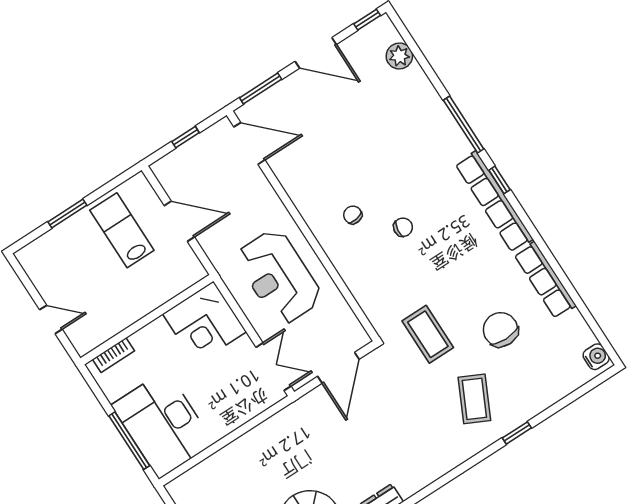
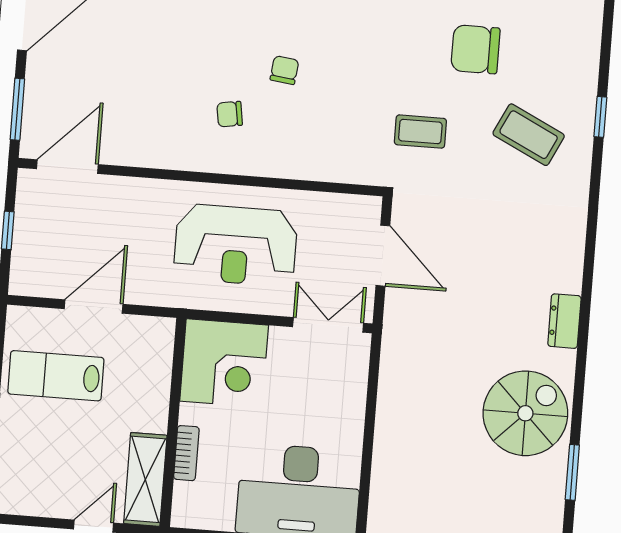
shelving: (101, 329) -> (145, 479), added
coffee table: (428, 334) -> (420, 132), width x0.73, depth x0.77
bookcase: (113, 355) -> (186, 453), moved

